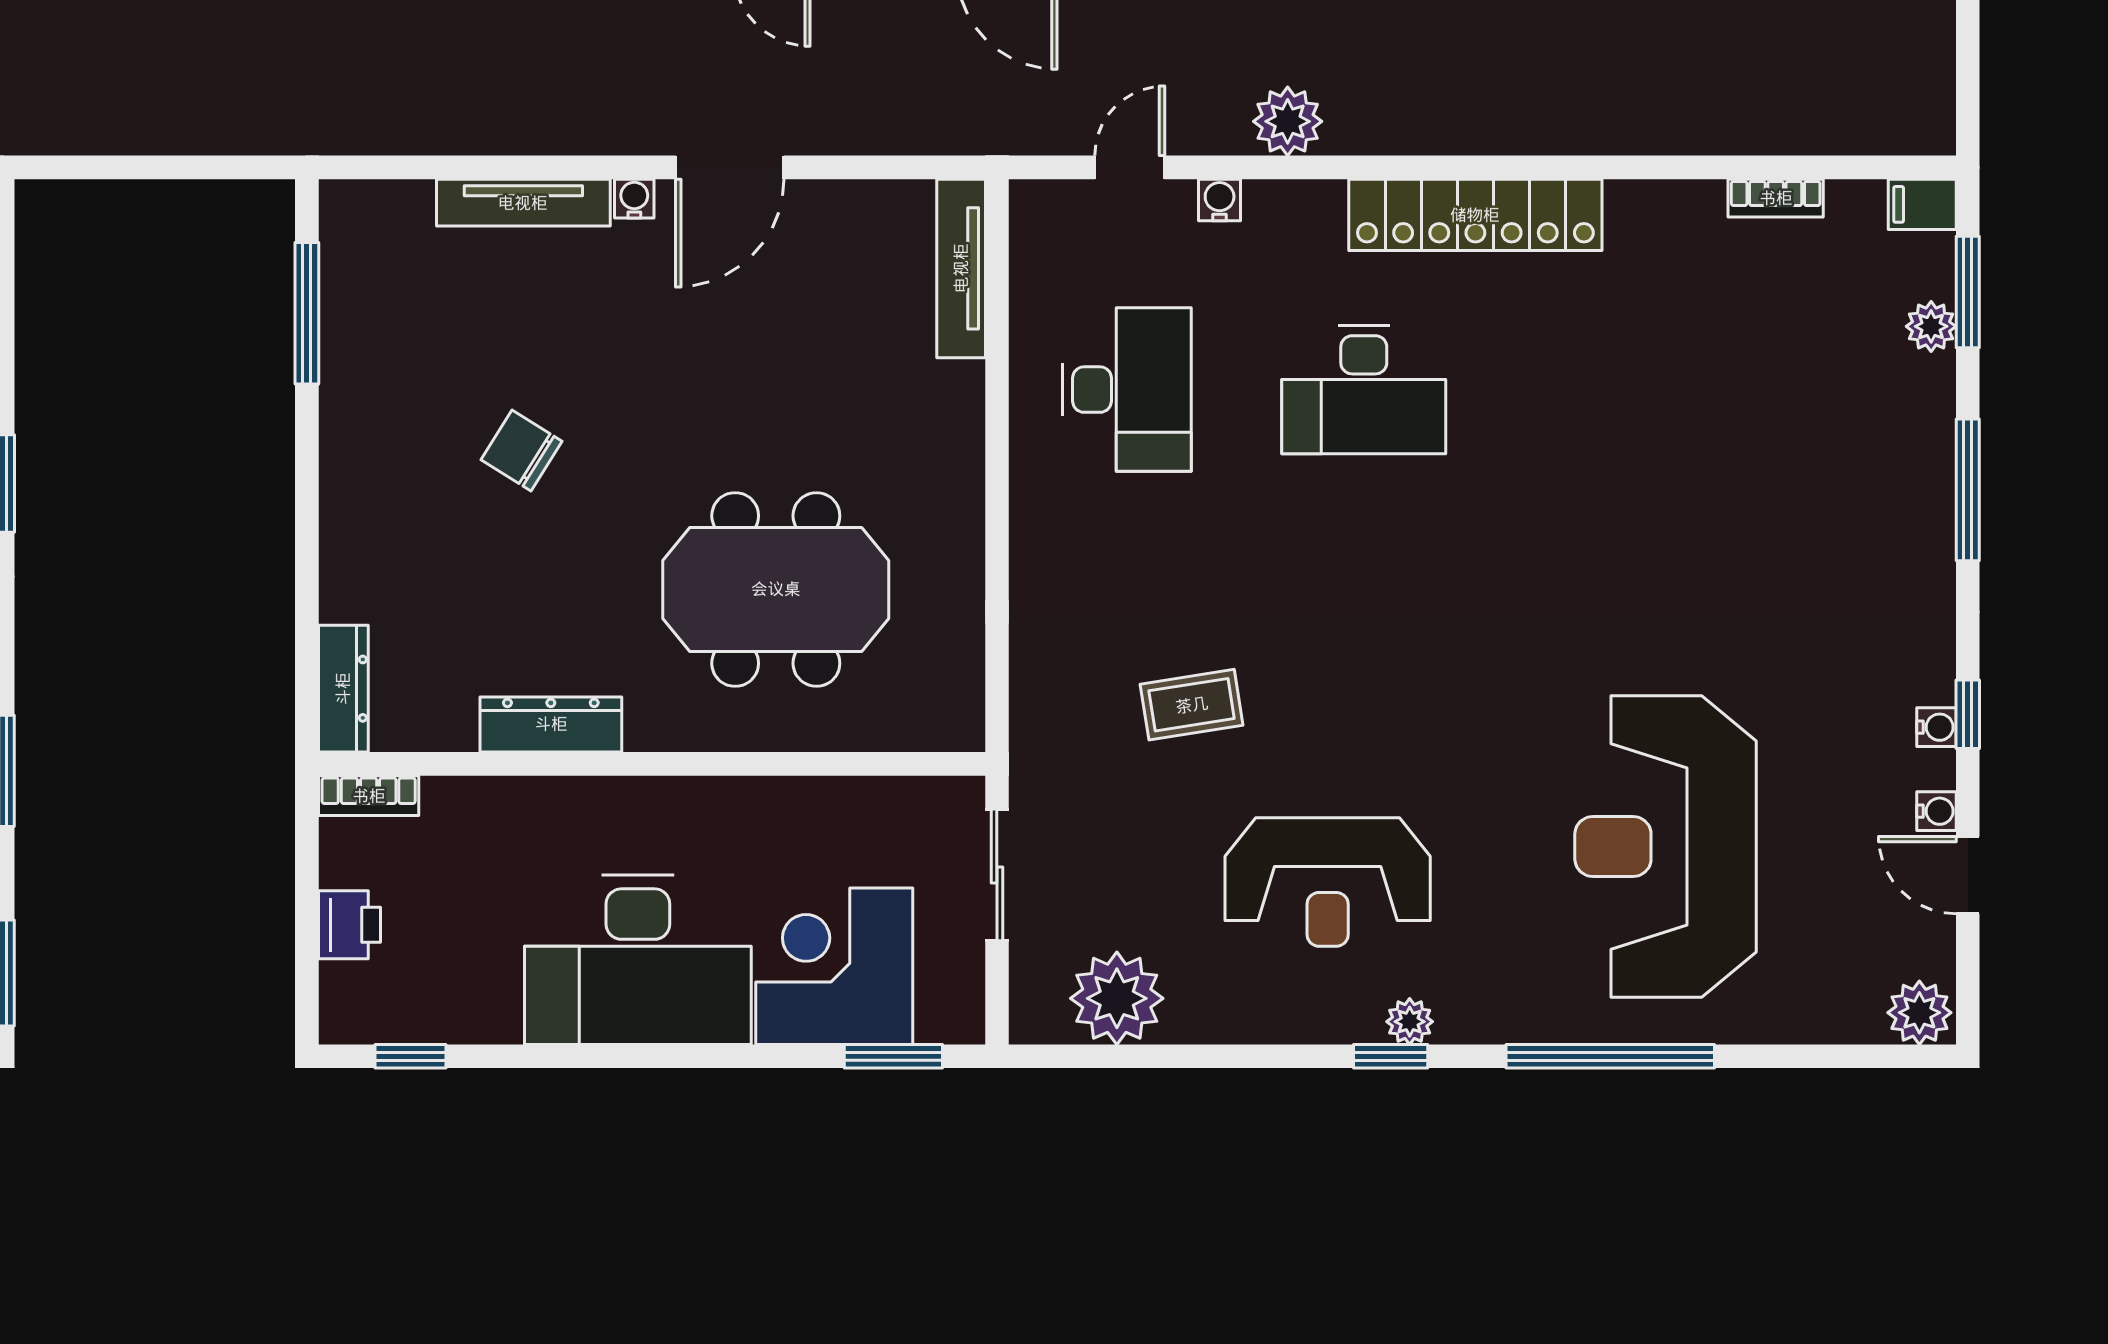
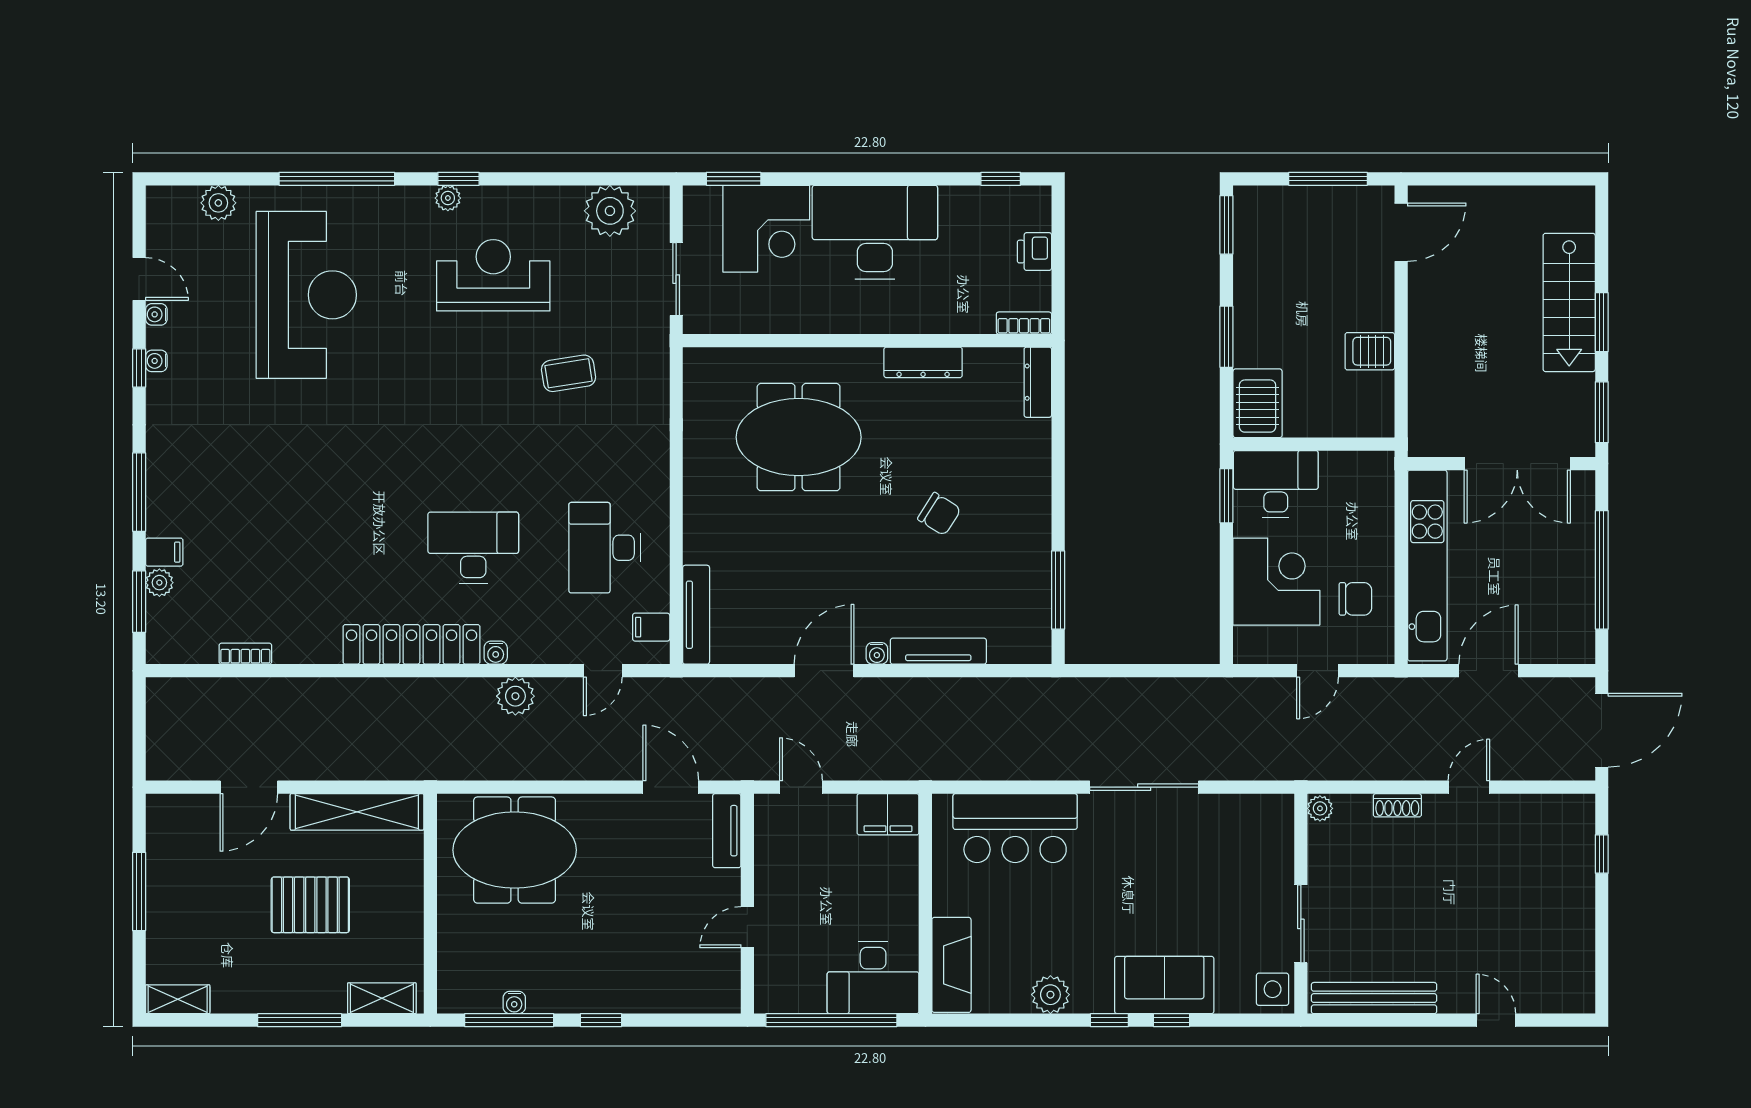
water cooler: (1220, 200) -> (496, 653), moved
filing cabinet: (1922, 204) -> (164, 552), moved
filing cabinet: (1042, 246) -> (651, 627), added
plant: (1919, 1013) -> (218, 203), moved

